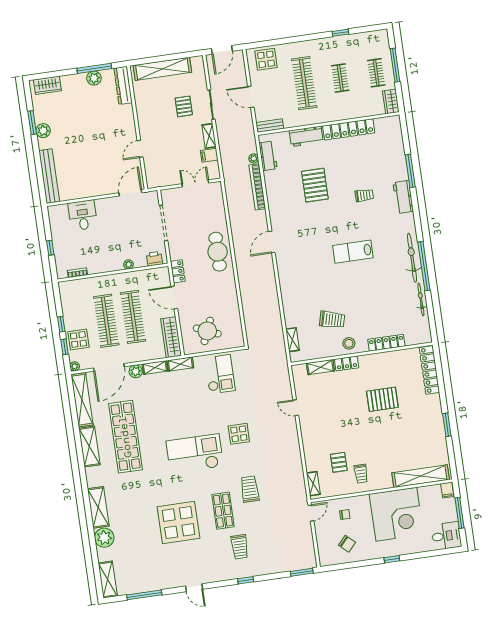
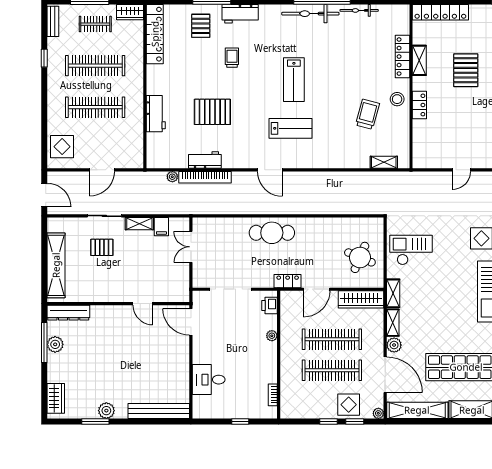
clothes rail: (340, 78) -> (95, 66), width x1.86, depth x1.31
bench: (270, 126) -> (53, 21), moved
locker: (349, 129) -> (155, 34), moved
workbench: (268, 156) -> (205, 160), moved
pallet: (388, 164) -> (201, 26), added
lab bench: (310, 255) -> (291, 128), added
shelving: (320, 367) -> (419, 60), moved

